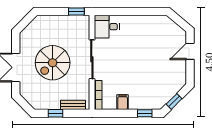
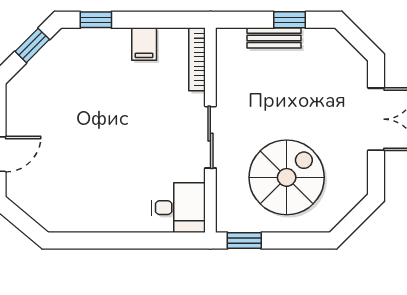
sliding door: (92, 59) -> (210, 137), width x0.73
spiral stairs: (53, 63) -> (287, 177), moved
bench: (73, 105) -> (274, 38), moved

